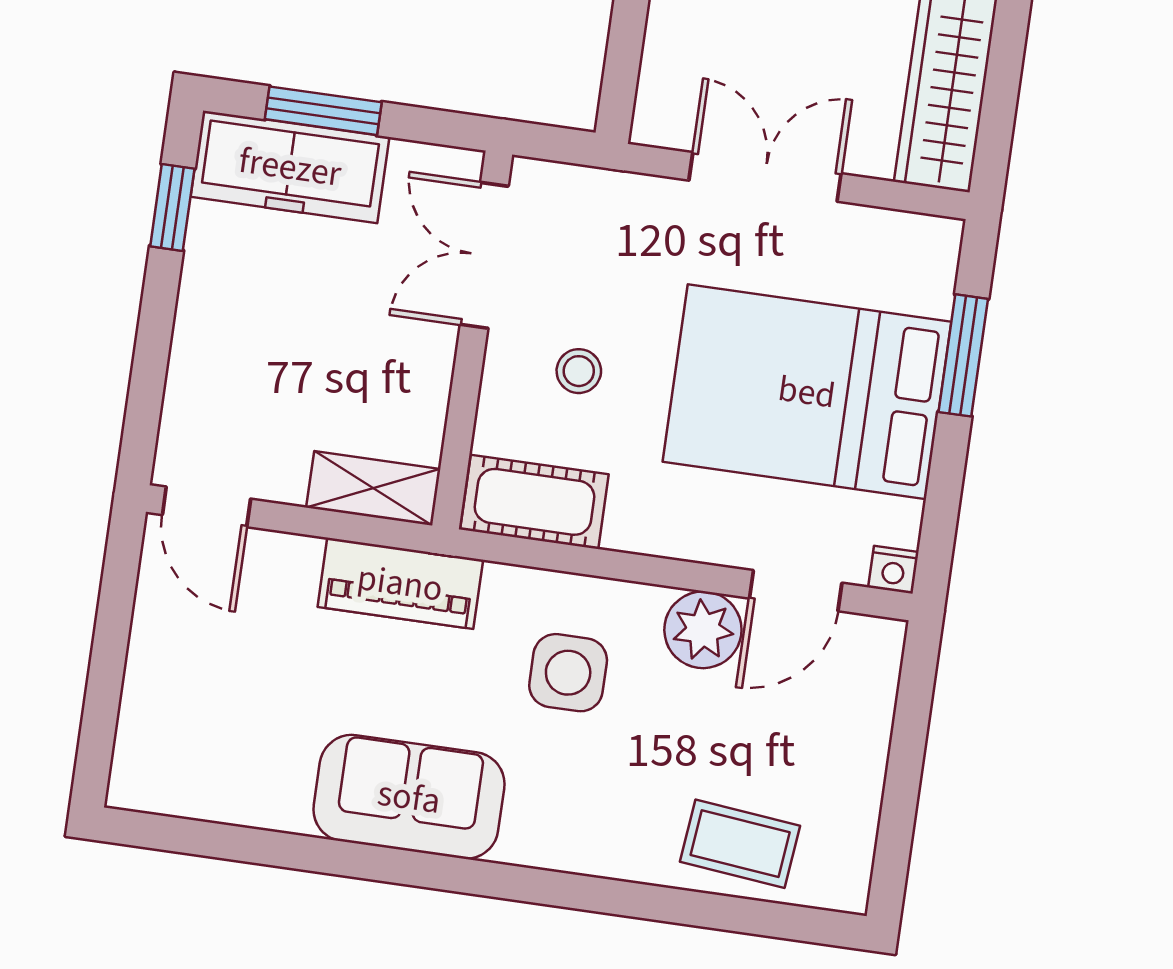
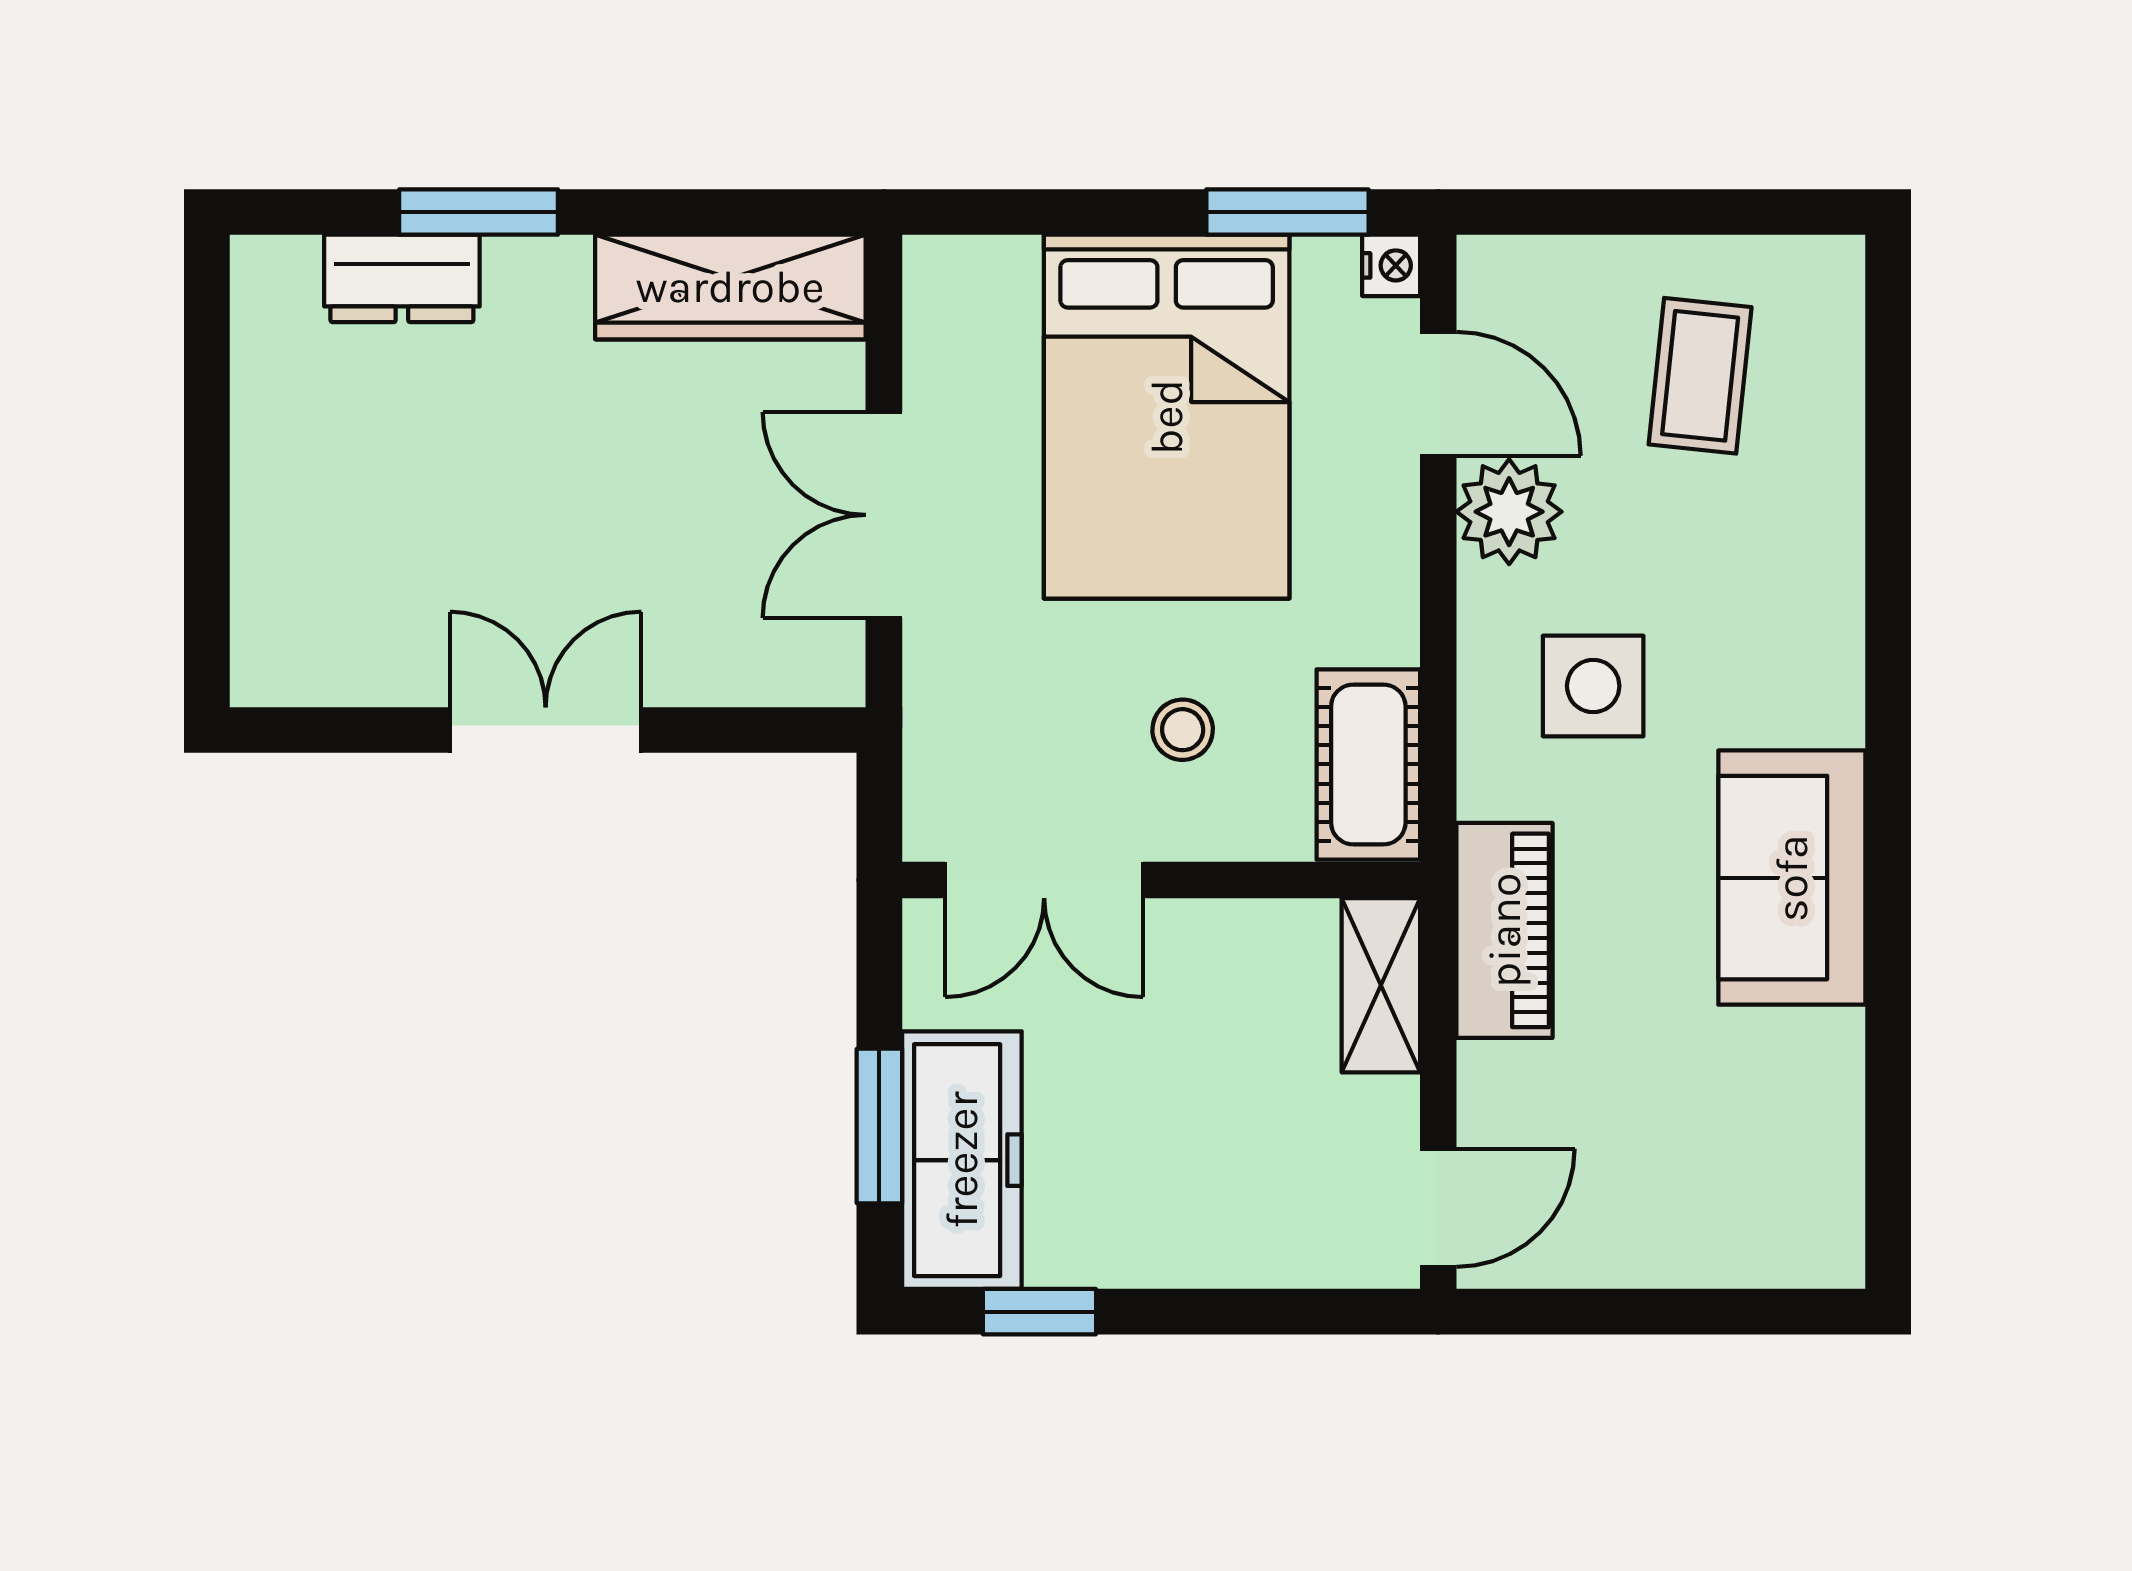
window: (963, 355) -> (1287, 212), moved
coffee table: (740, 844) -> (1700, 376), moved

